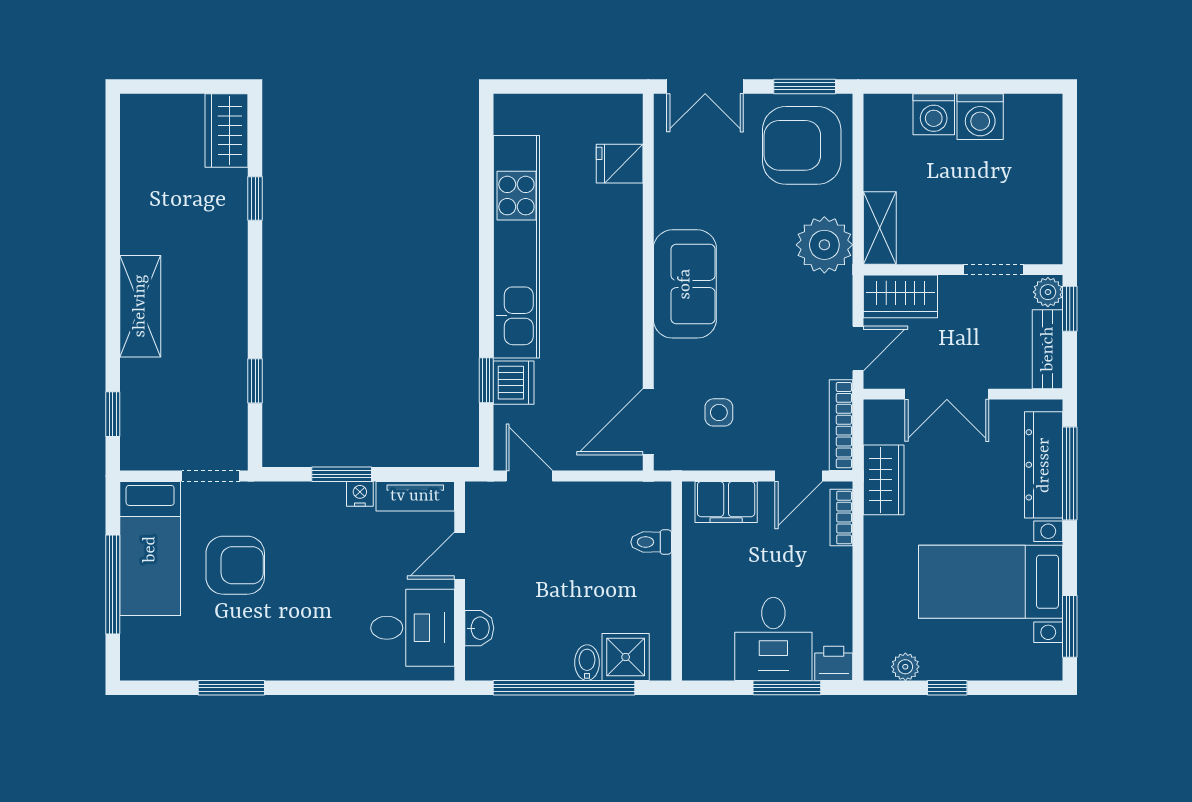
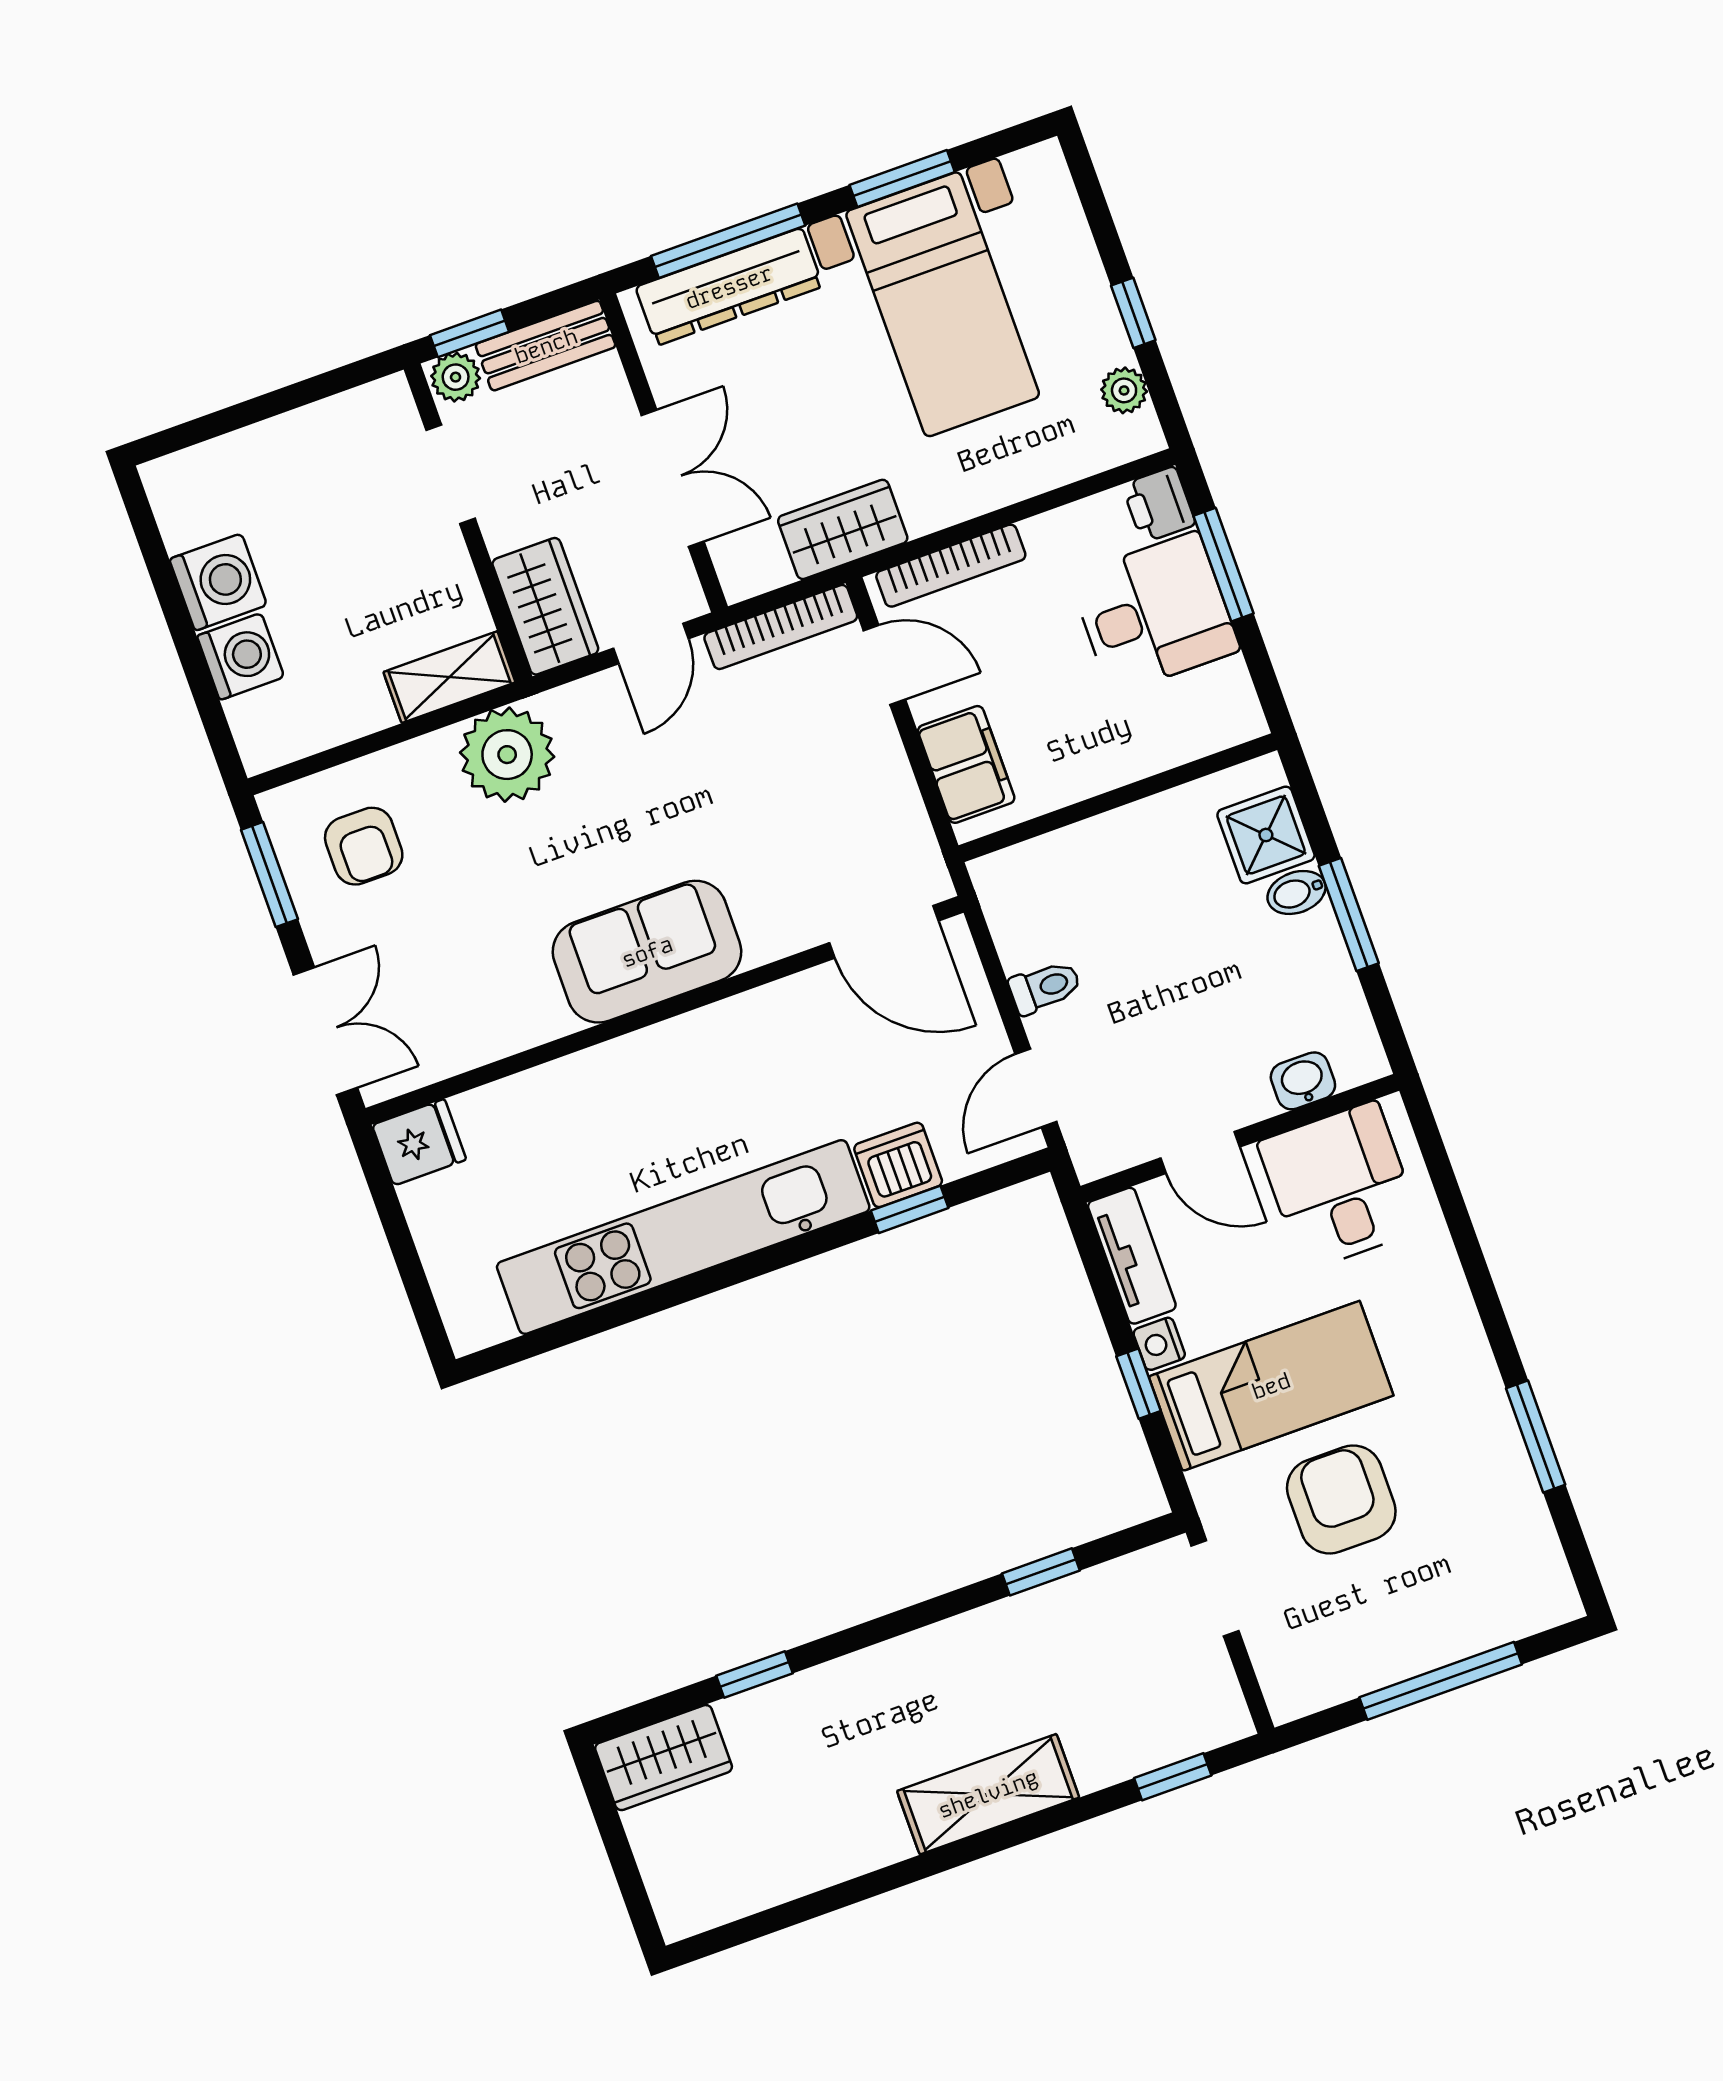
armchair: (802, 145) -> (364, 846), width x0.53, depth x0.53
fridge: (620, 164) -> (419, 1142), moved, turned -90
door: (858, 348) -> (651, 643), swing flipped
side table: (719, 412) -> (830, 826), removed
window: (342, 474) -> (1139, 1384), width x0.67
bookcase: (841, 518) -> (951, 566), width x1.56
toilet: (651, 542) -> (1045, 987), moved, turned -90
bed: (150, 549) -> (1271, 1386), moved
window: (1070, 626) -> (902, 179), moved
window: (564, 688) -> (1349, 915), width x0.47

